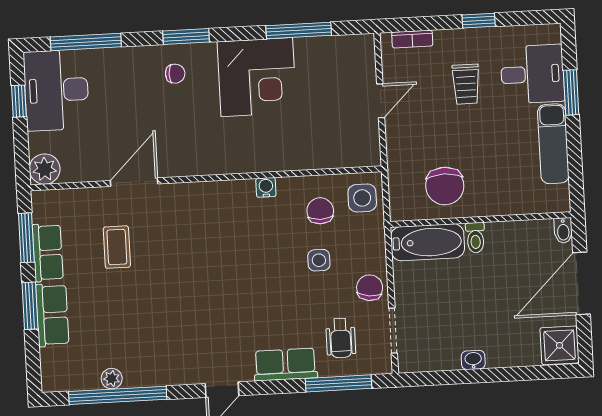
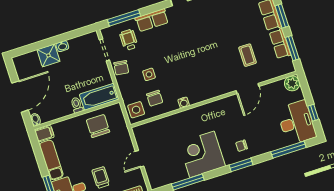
filing cabinet: (553, 198) -> (44, 134), added
shower: (559, 345) -> (48, 55), moved

